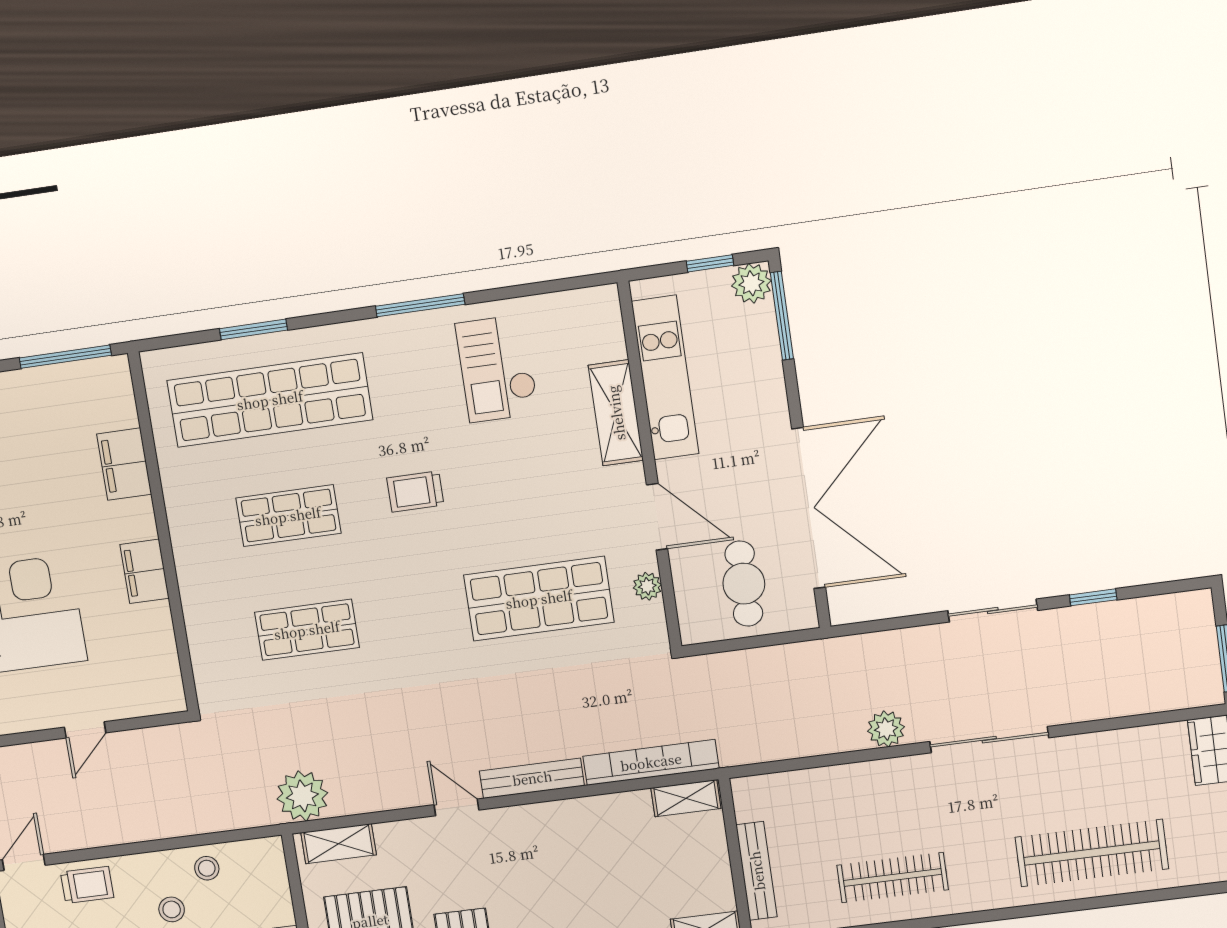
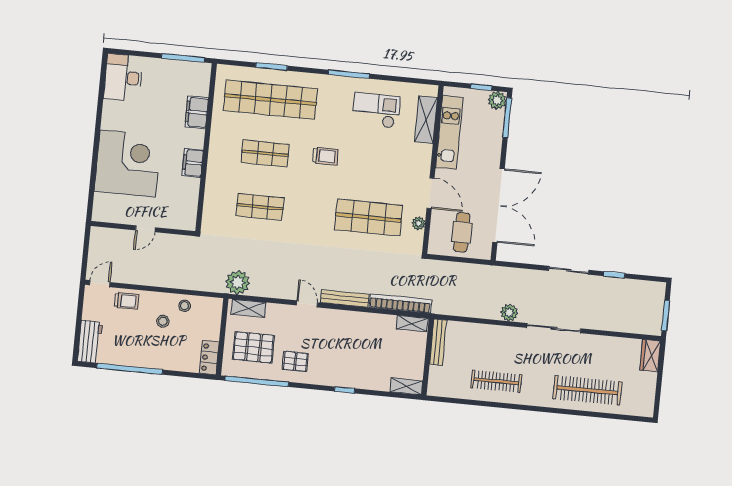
checkout: (497, 368) -> (376, 110), turned 90
shelving: (616, 413) -> (426, 120), moved
trolley: (415, 491) -> (325, 156), turned 180
bench: (757, 871) -> (438, 342), moved

